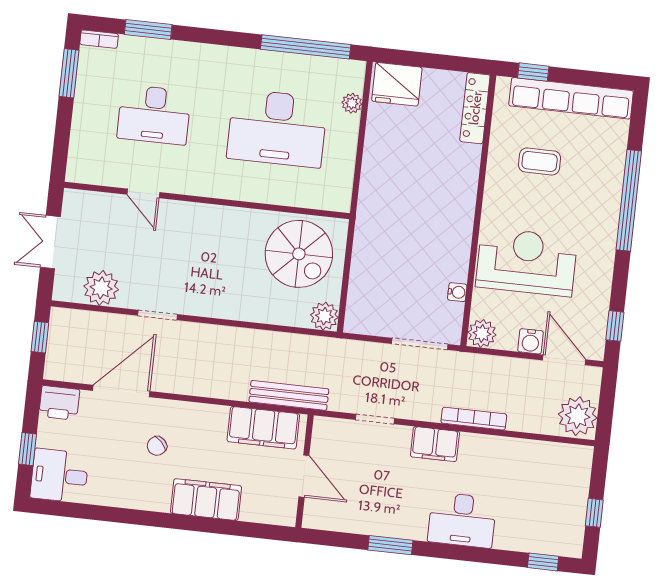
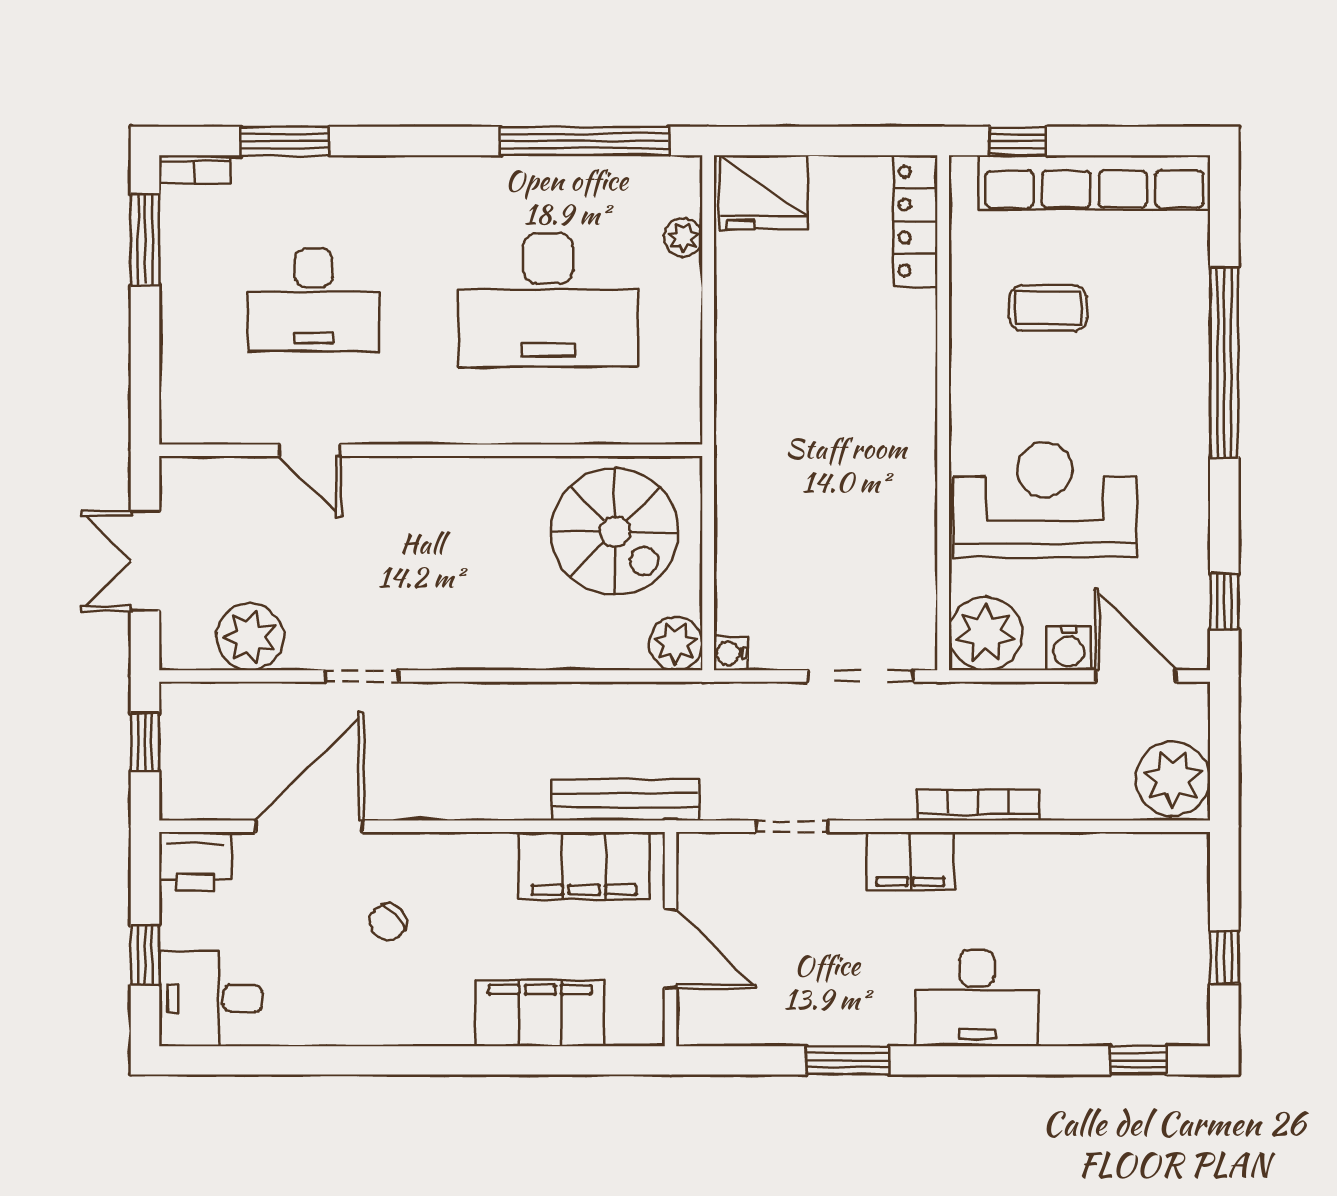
water cooler: (457, 292) -> (731, 653), moved, turned 180
plant: (482, 333) -> (986, 634), width x1.36, depth x1.36
filing cabinet: (206, 500) -> (540, 1013), moved

